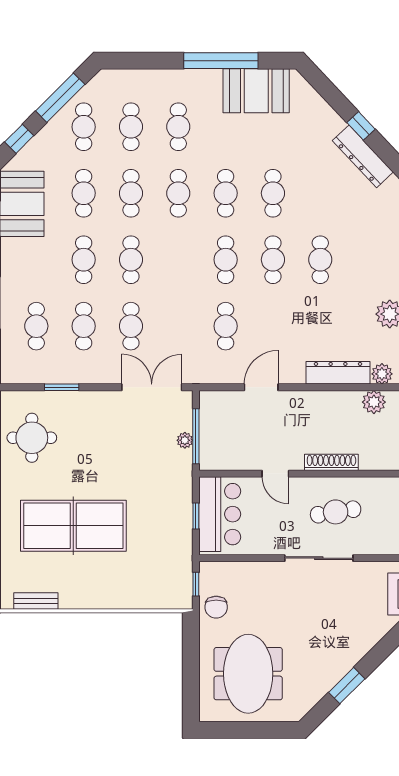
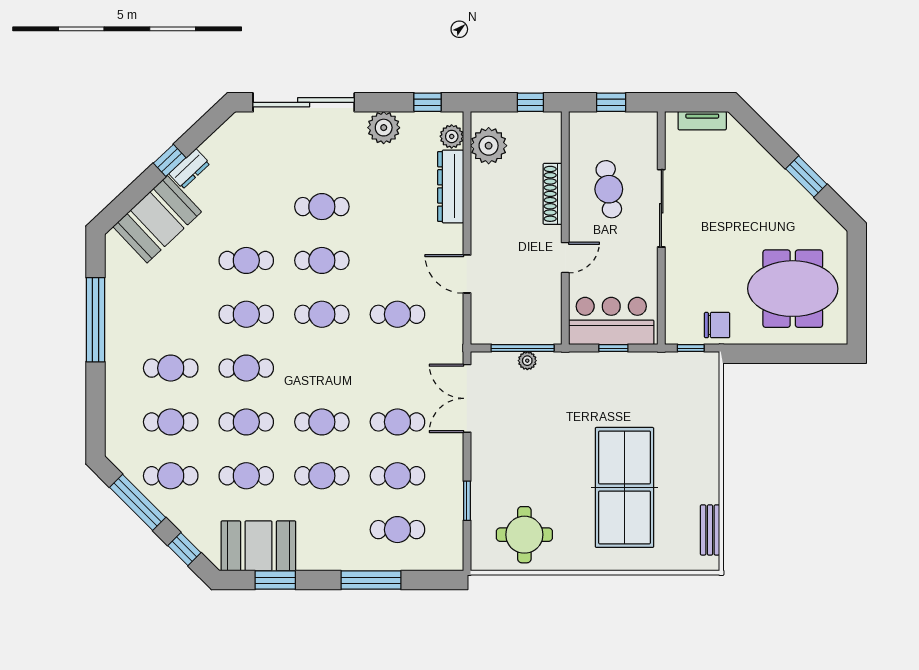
booth: (256, 91) -> (157, 219), moved, turned 47
dresser: (363, 156) -> (189, 169), width x0.51, depth x0.80
plant: (374, 402) -> (489, 146), width x1.36, depth x1.36

